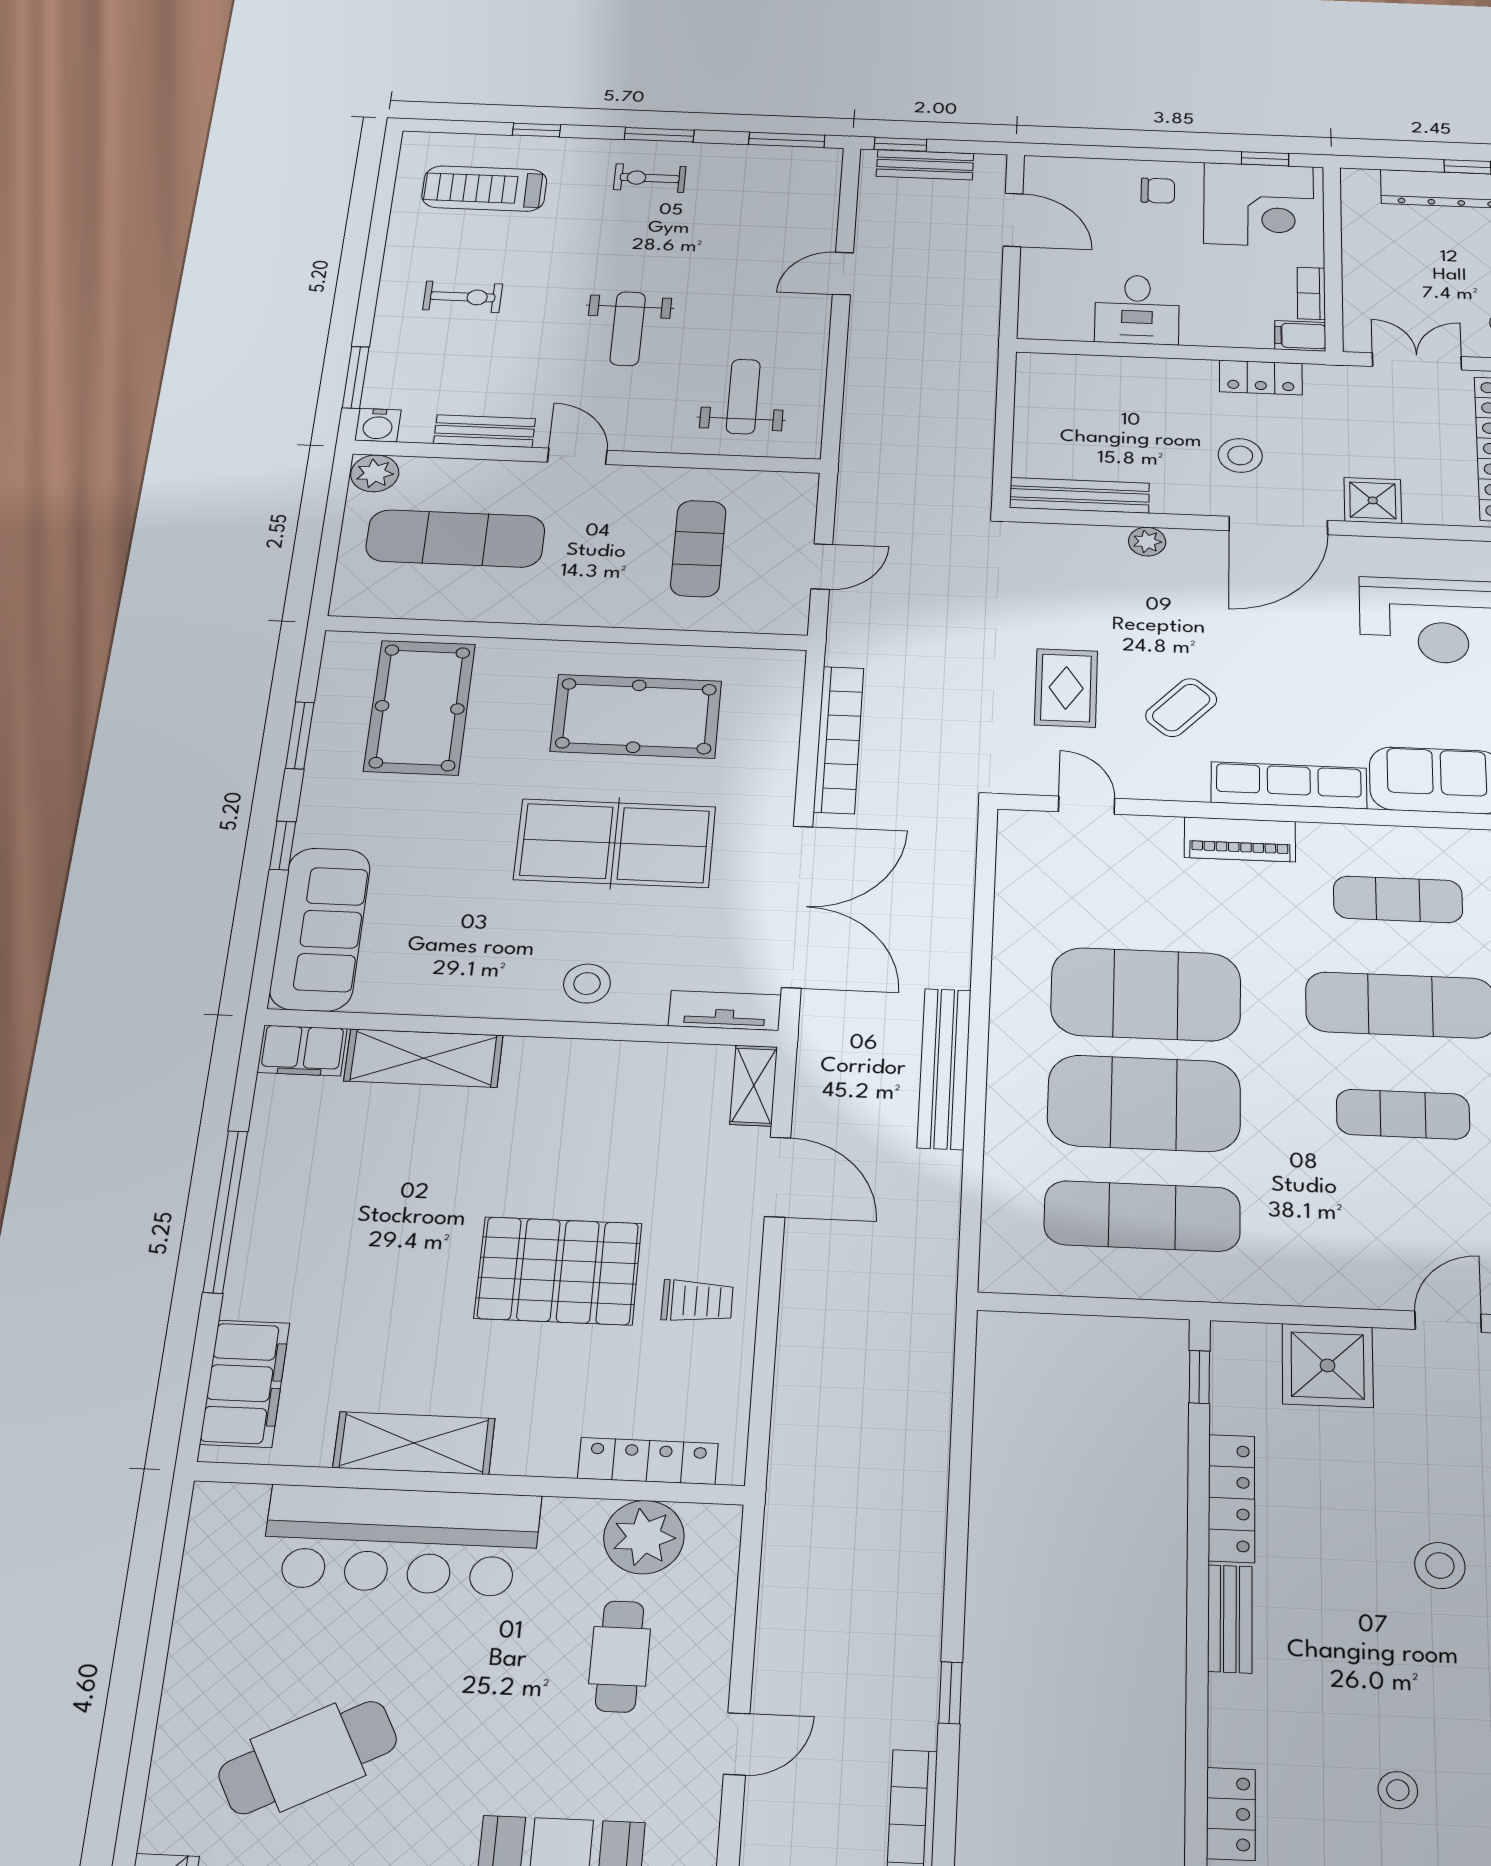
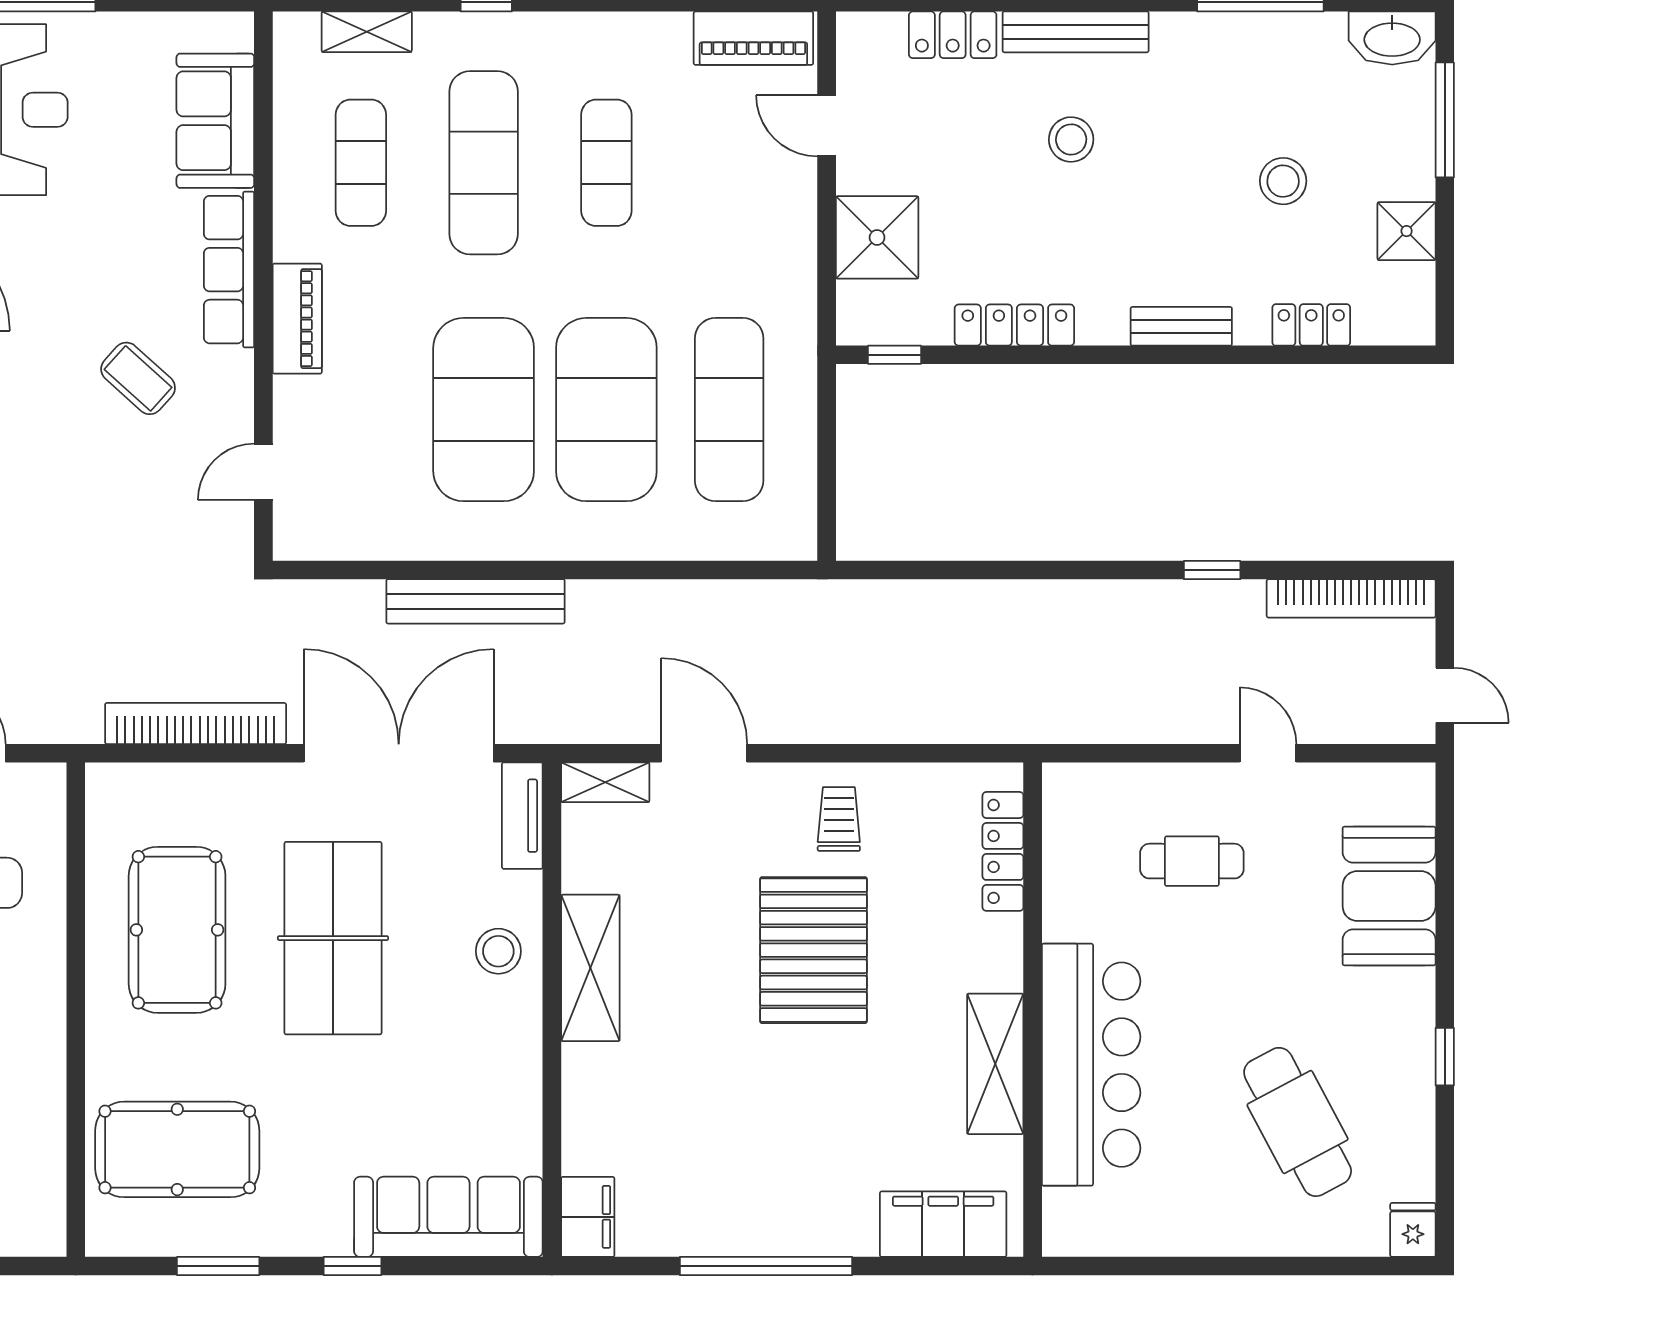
rug: (1066, 688) -> (119, 496), removed
shelving: (424, 1058) -> (590, 968), moved
bench: (944, 1068) -> (475, 601), moved
door: (778, 1177) -> (704, 753), hinge flipped
plant: (644, 1537) -> (1078, 849), removed
bench: (1230, 1619) -> (1181, 326), moved
stool: (1398, 1790) -> (1283, 181), width x1.37, depth x1.37

